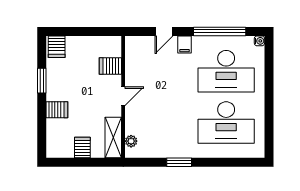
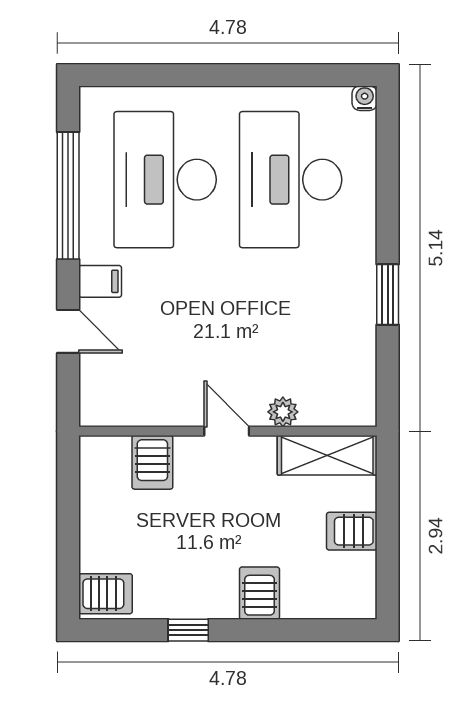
water cooler: (259, 41) -> (365, 98), moved
desk: (226, 71) -> (165, 180), turned 180
window: (42, 81) -> (188, 630), width x0.67
desk: (226, 123) -> (291, 180), turned 180
plant: (131, 141) -> (283, 412), moved

